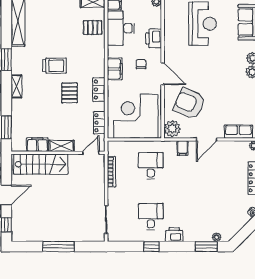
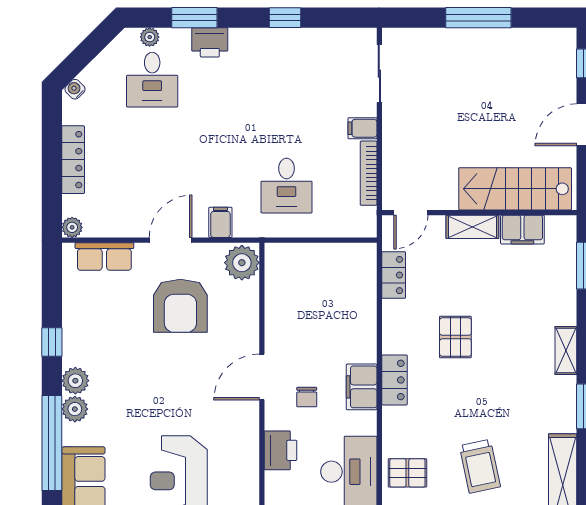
trolley: (54, 66) -> (480, 466), moved, turned -102
door: (163, 74) -> (262, 377), hinge flipped
locker: (99, 90) -> (394, 380), moved
armchair: (189, 103) -> (180, 306), moved, turned 66
corner desk: (136, 116) -> (317, 288), removed
filing cabinet: (114, 193) -> (362, 128), added
desk: (151, 217) -> (152, 80), moved
printer: (174, 235) -> (210, 42), moved
window: (206, 247) -> (194, 18), moved

